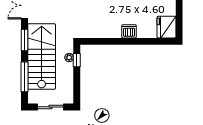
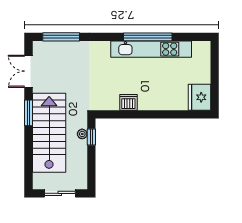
dishwasher: (129, 31) -> (128, 102), moved
window: (25, 77) -> (28, 157), removed

